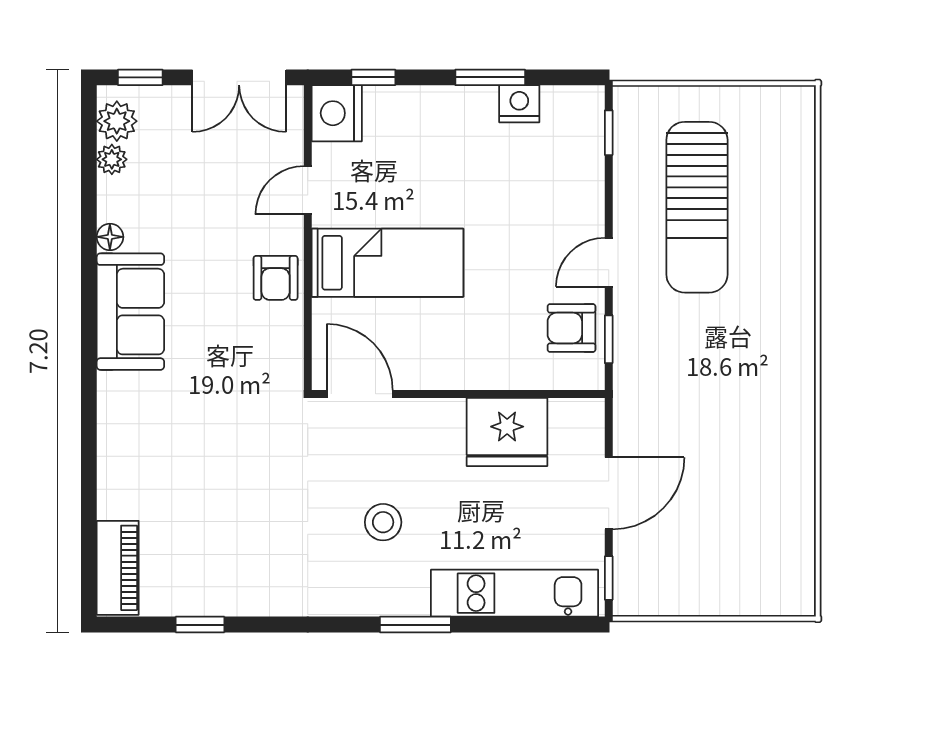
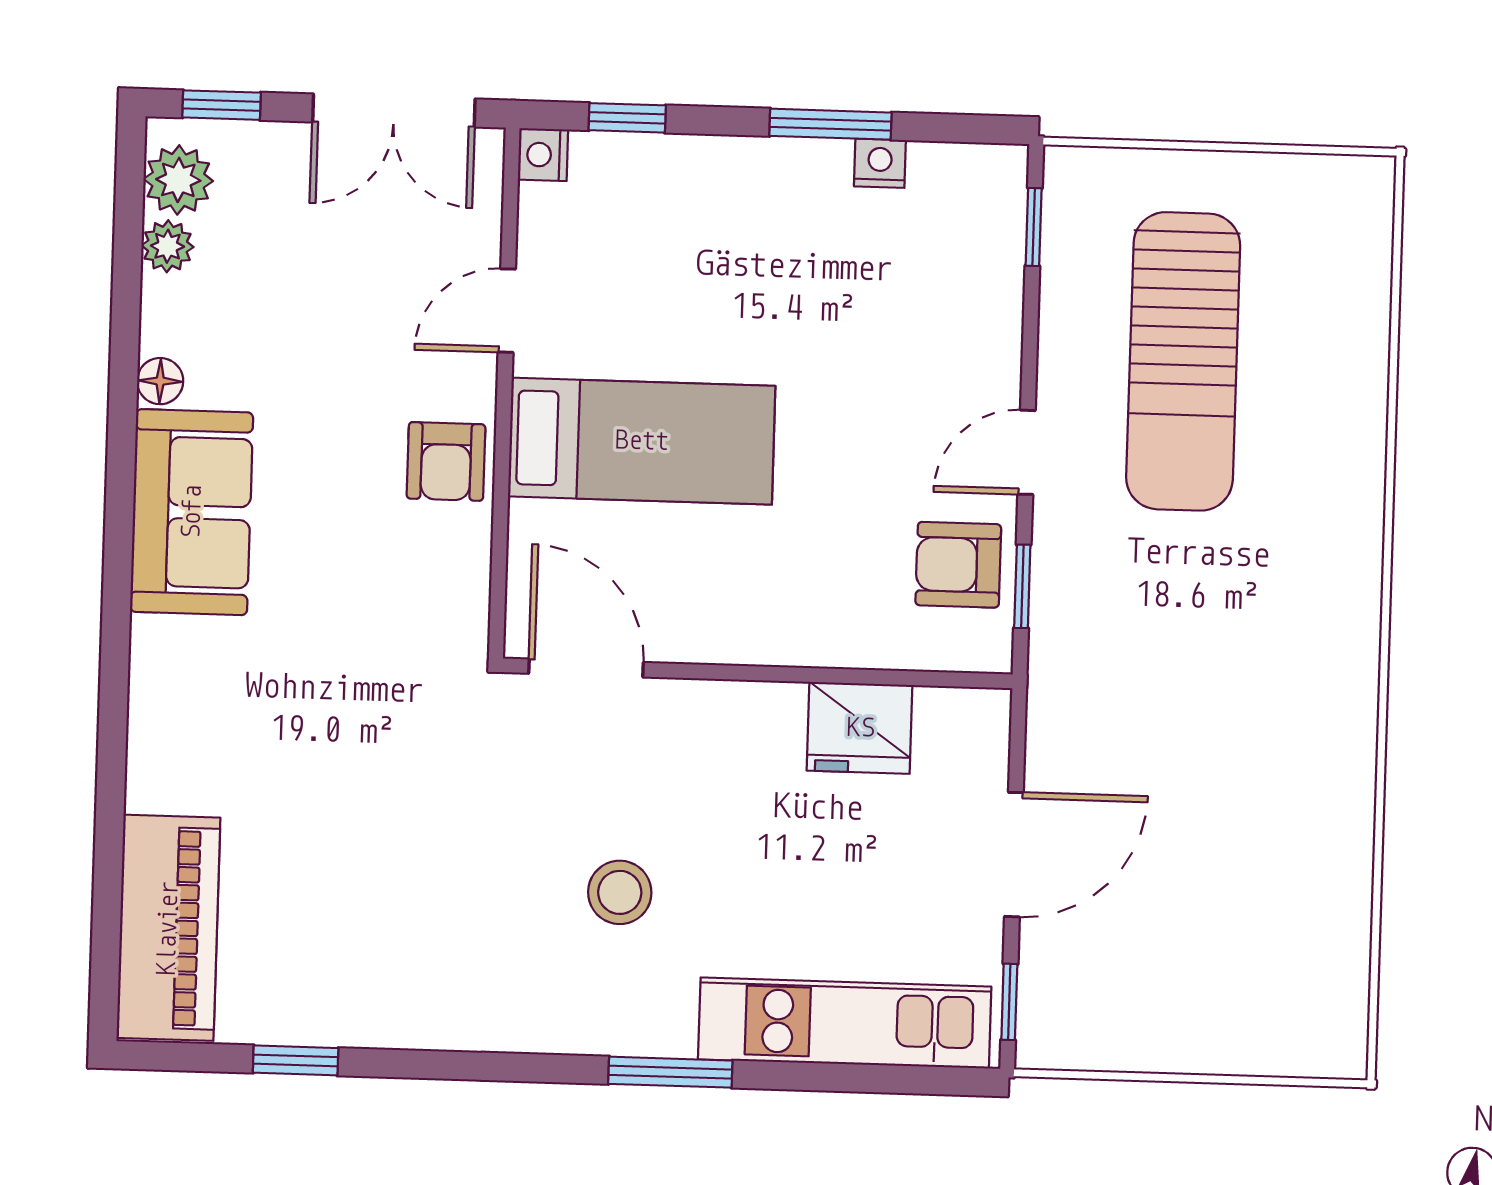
nightstand: (519, 104) -> (880, 163), width x0.72, depth x0.74
nightstand: (337, 113) -> (543, 155), width x0.53, depth x0.56
fridge: (507, 432) -> (860, 728), width x0.73, depth x0.75
piano: (118, 568) -> (168, 928), width x1.37, depth x1.33

